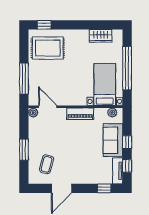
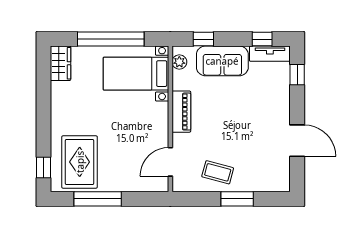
wardrobe: (100, 36) -> (60, 63), moved
window: (24, 79) -> (98, 199), moved
plant: (33, 113) -> (179, 185), removed
window: (127, 142) -> (203, 39), moved
coffee table: (46, 164) -> (218, 172), moved

